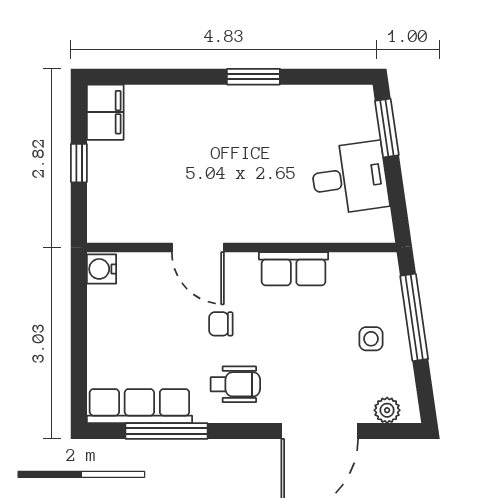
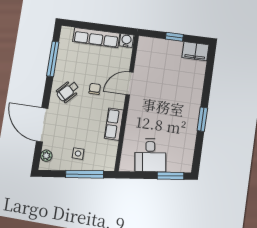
wheelchair: (235, 384) -> (68, 91), turned 44
row of seats: (139, 406) -> (96, 37), moved, turned 90

